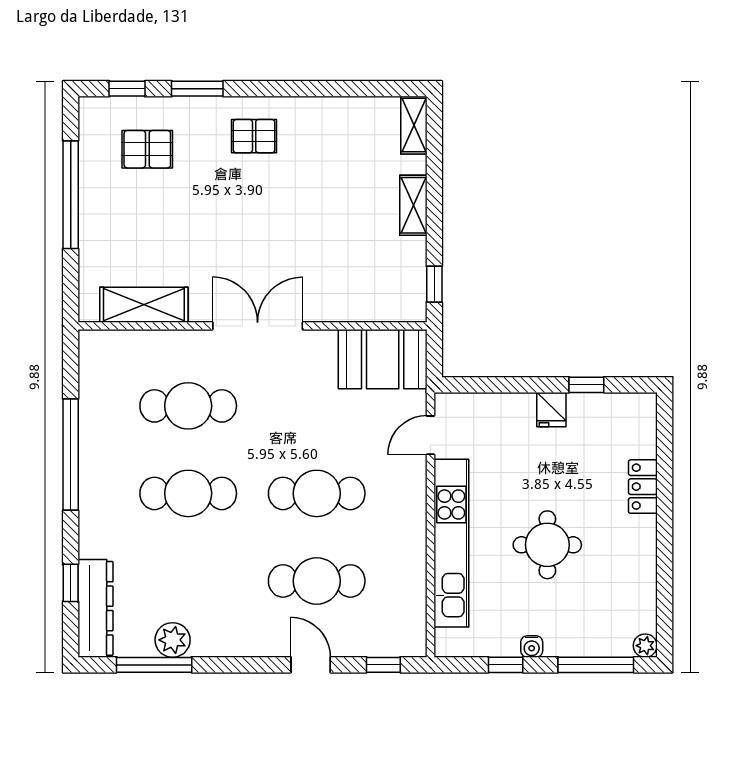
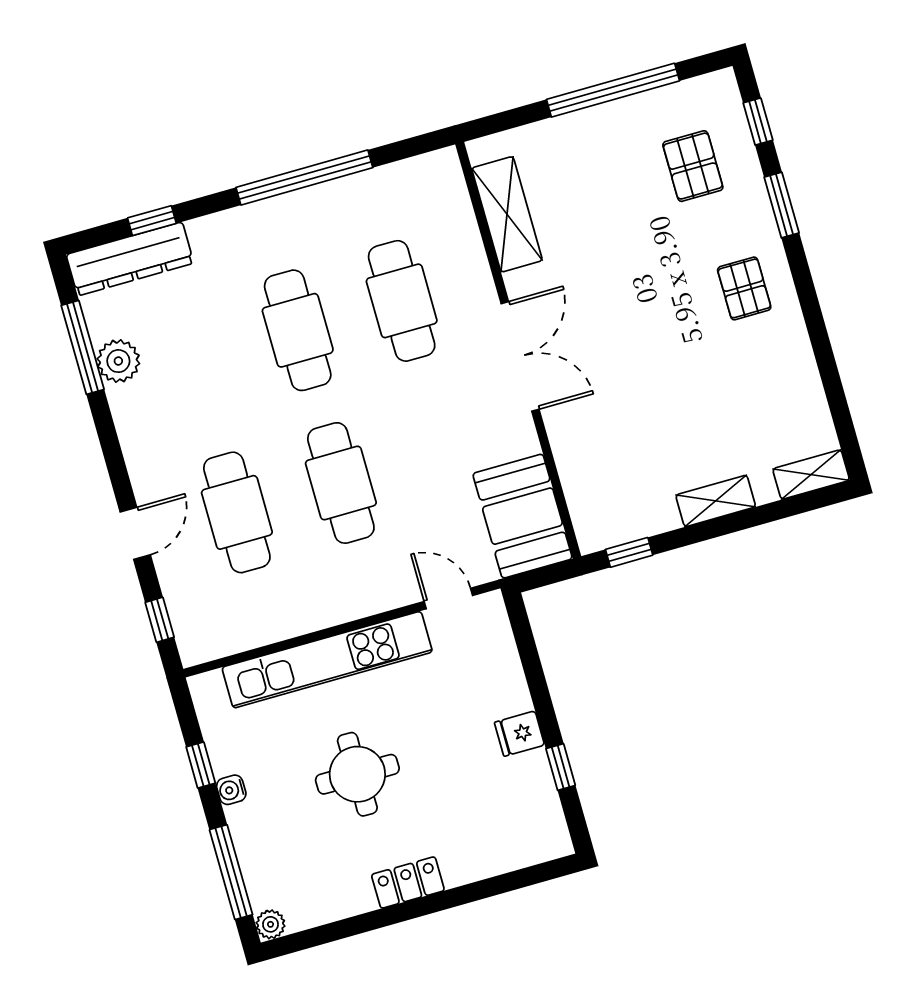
locker: (643, 487) -> (408, 883), moved

